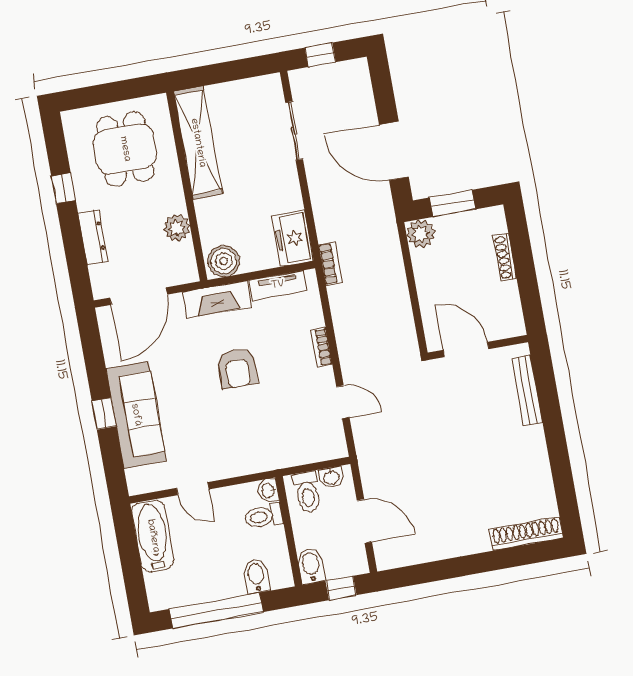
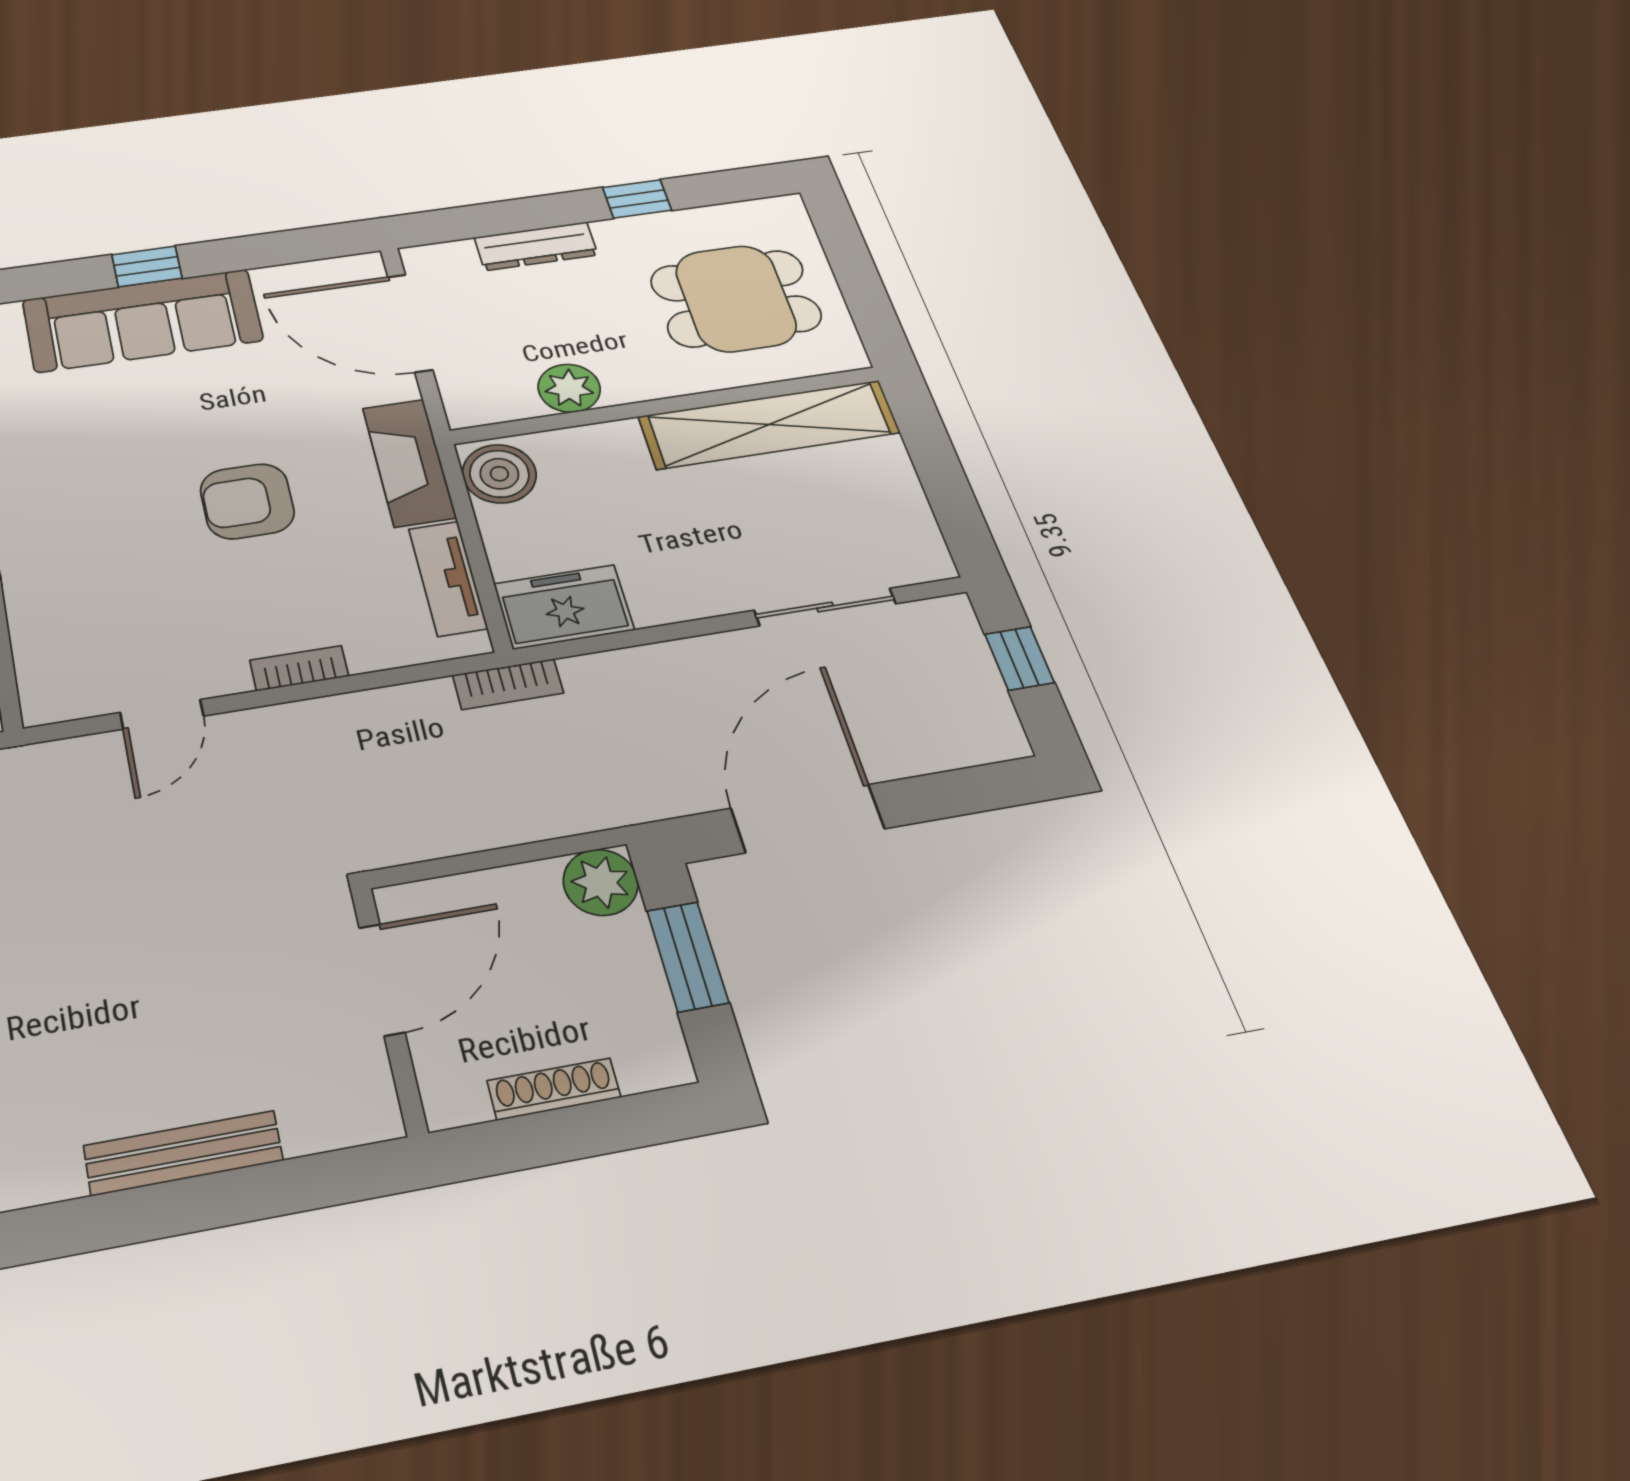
wall: (478, 347) -> (389, 1009), moved
door: (466, 350) -> (382, 980), moved

